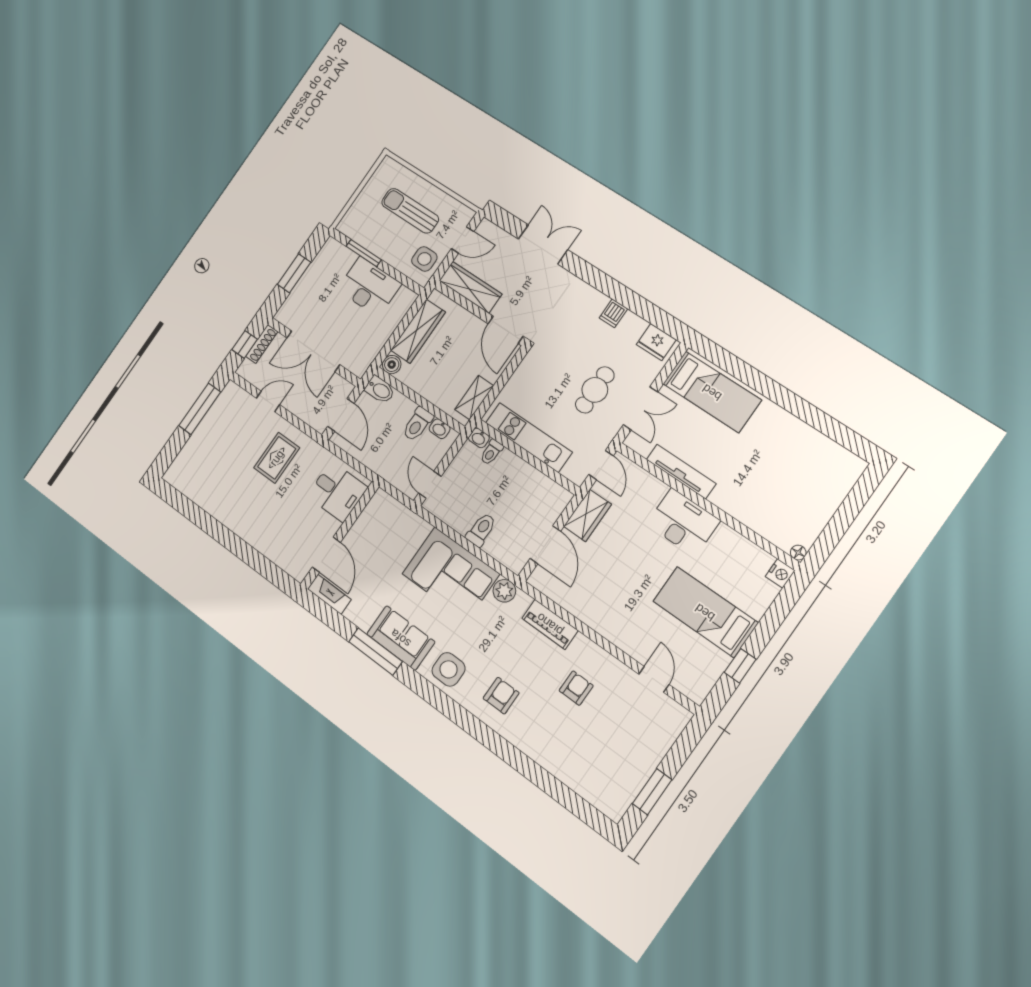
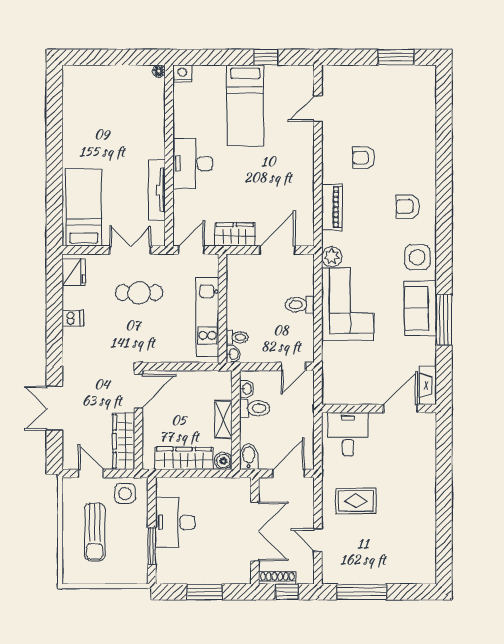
shelving: (474, 398) -> (223, 420), moved, turned 90

